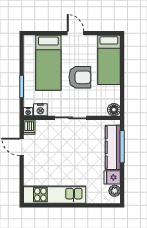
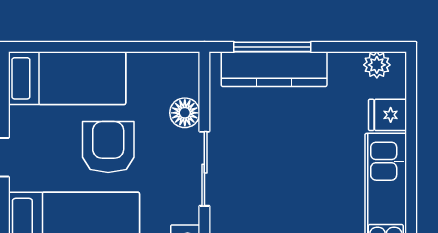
floor lamp: (114, 110) -> (185, 113), moved
fridge: (112, 177) -> (388, 115), moved, turned 90

